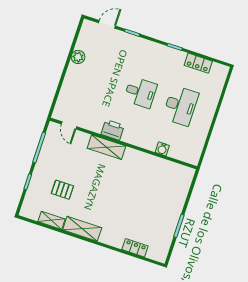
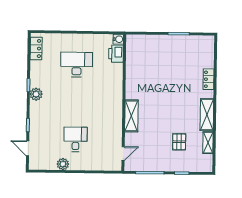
plant: (162, 52) -> (36, 94), added
locker: (198, 63) -> (36, 48), moved
desk: (140, 92) -> (76, 139), moved
printer: (113, 130) -> (116, 54), moved
water cooler: (162, 149) -> (118, 39), moved
locker: (135, 248) -> (209, 79), moved

